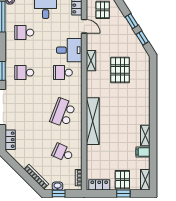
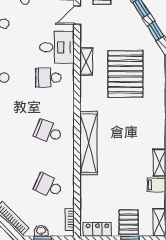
door: (84, 26) -> (77, 15), swing flipped
pallet: (120, 70) -> (125, 74), width x1.37, depth x1.41
school desk: (63, 113) -> (48, 132), width x0.54

